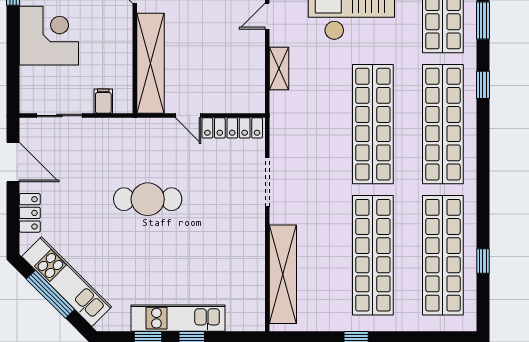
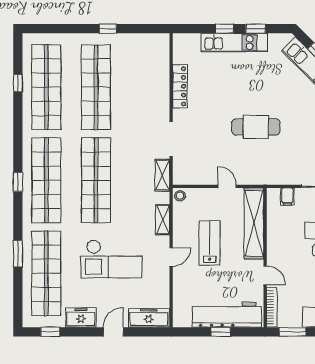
lab bench: (213, 36) -> (210, 243), added
window: (483, 85) -> (18, 182), moved
stool: (255, 102) -> (180, 196), added
locker: (232, 128) -> (180, 86), moved, turned 90
shelving: (283, 274) -> (162, 175), moved, width x0.45, depth x0.75

